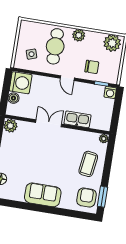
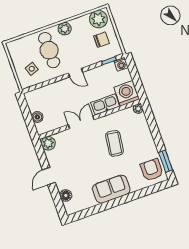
chair: (92, 67) -> (102, 40), moved
washing machine: (21, 83) -> (127, 93), moved, turned -90
coffee table: (88, 164) -> (115, 143), moved

